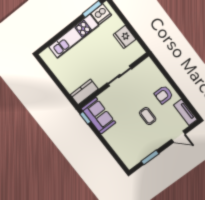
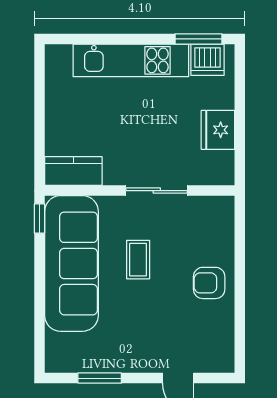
tv unit: (185, 112) -> (223, 344), removed
sofa: (98, 116) -> (71, 263), width x1.85, depth x1.27
coffee table: (148, 116) -> (138, 260), moved

